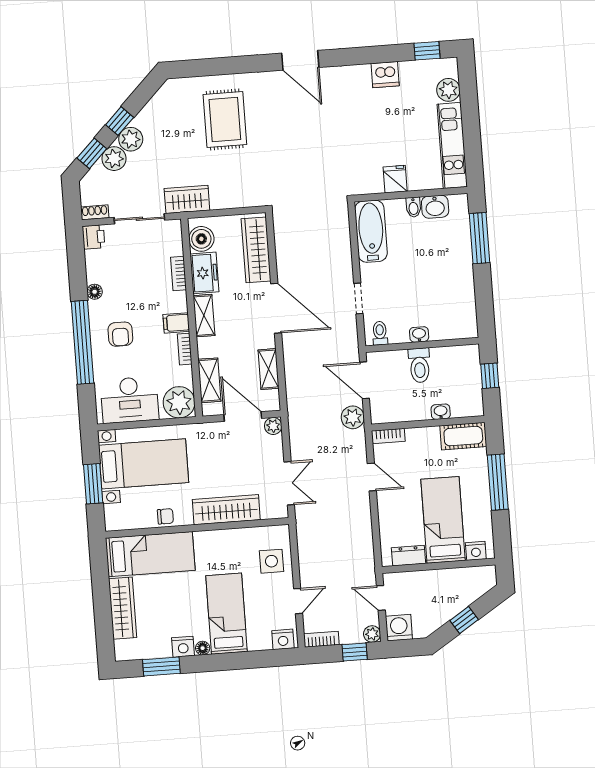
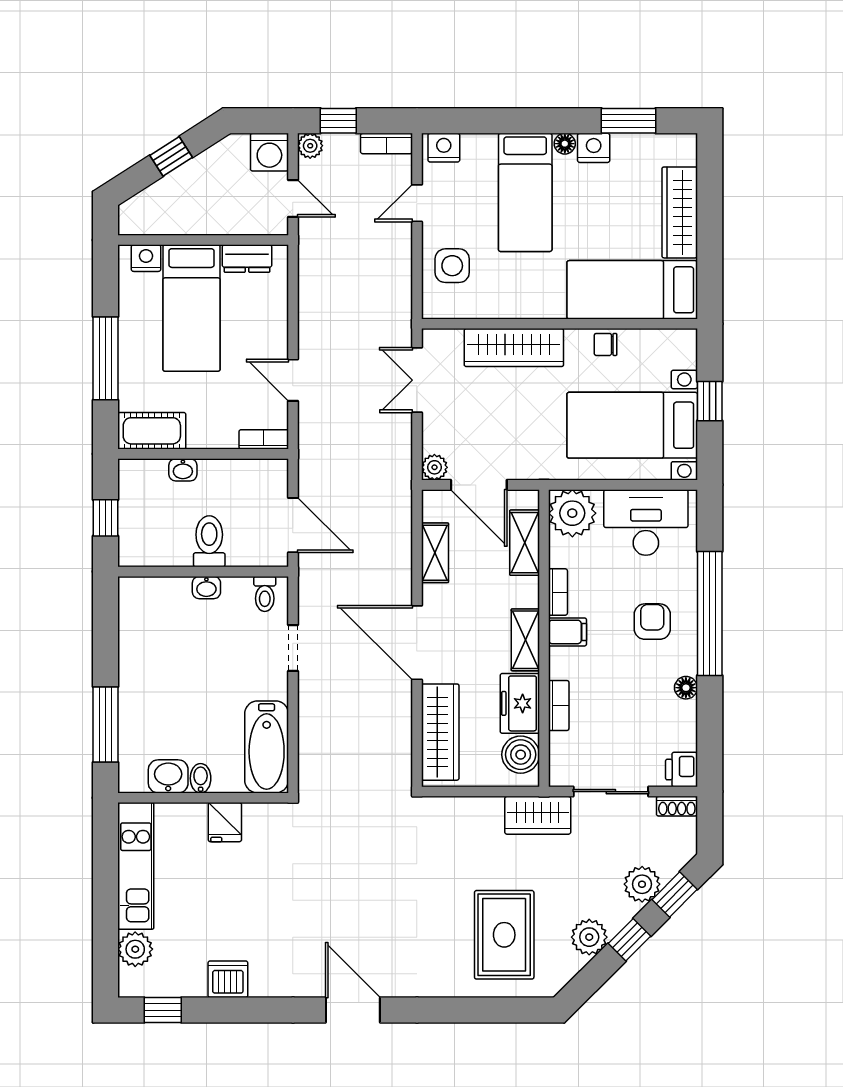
rug: (225, 119) -> (504, 935), moved
plant: (131, 139) -> (589, 937), moved
plant: (353, 417) -> (315, 471), removed
window: (93, 484) -> (710, 401), width x0.67

